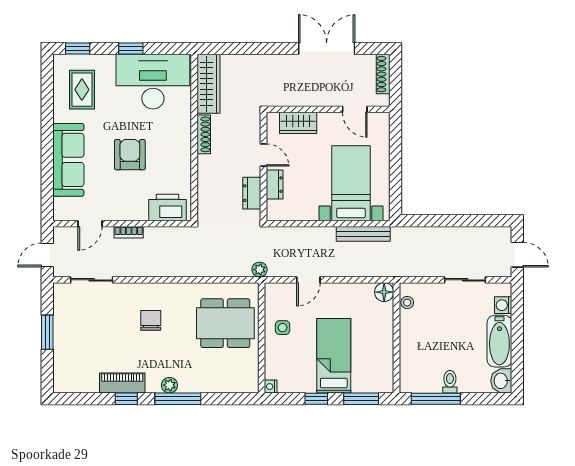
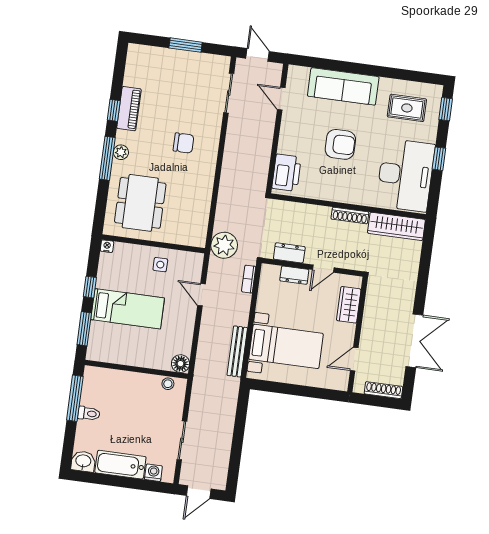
bookcase: (129, 232) -> (249, 279), moved
plant: (260, 270) -> (224, 245), width x1.88, depth x1.88
dining table: (225, 323) -> (140, 203), moved

